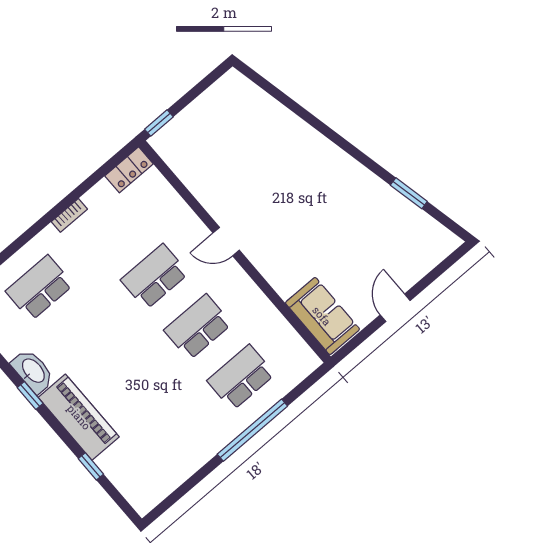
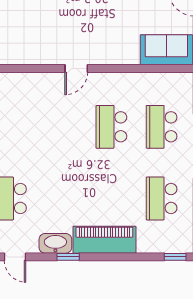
school desk: (155, 277) -> (162, 198), moved
window: (91, 466) -> (175, 257), moved

